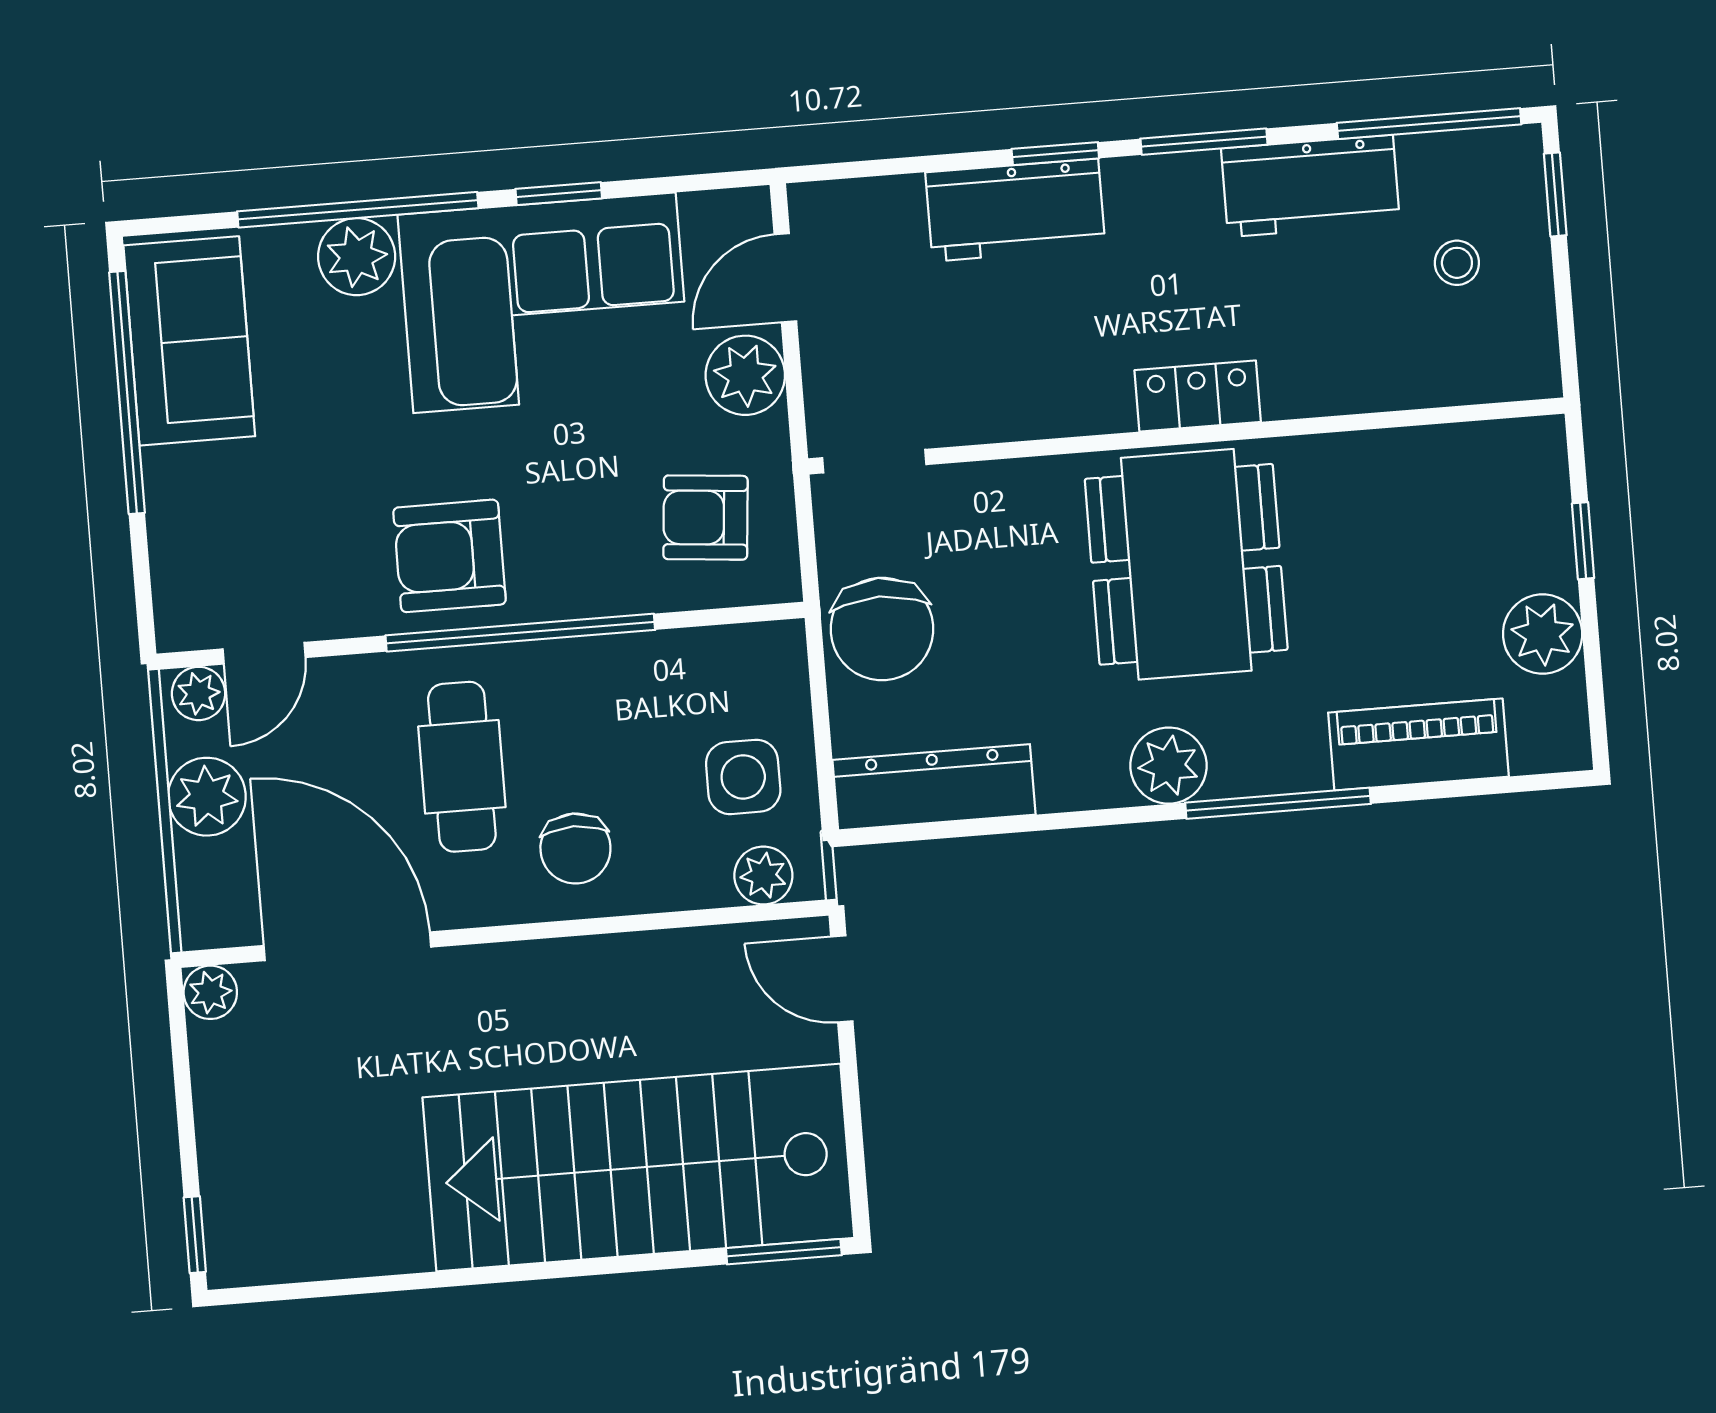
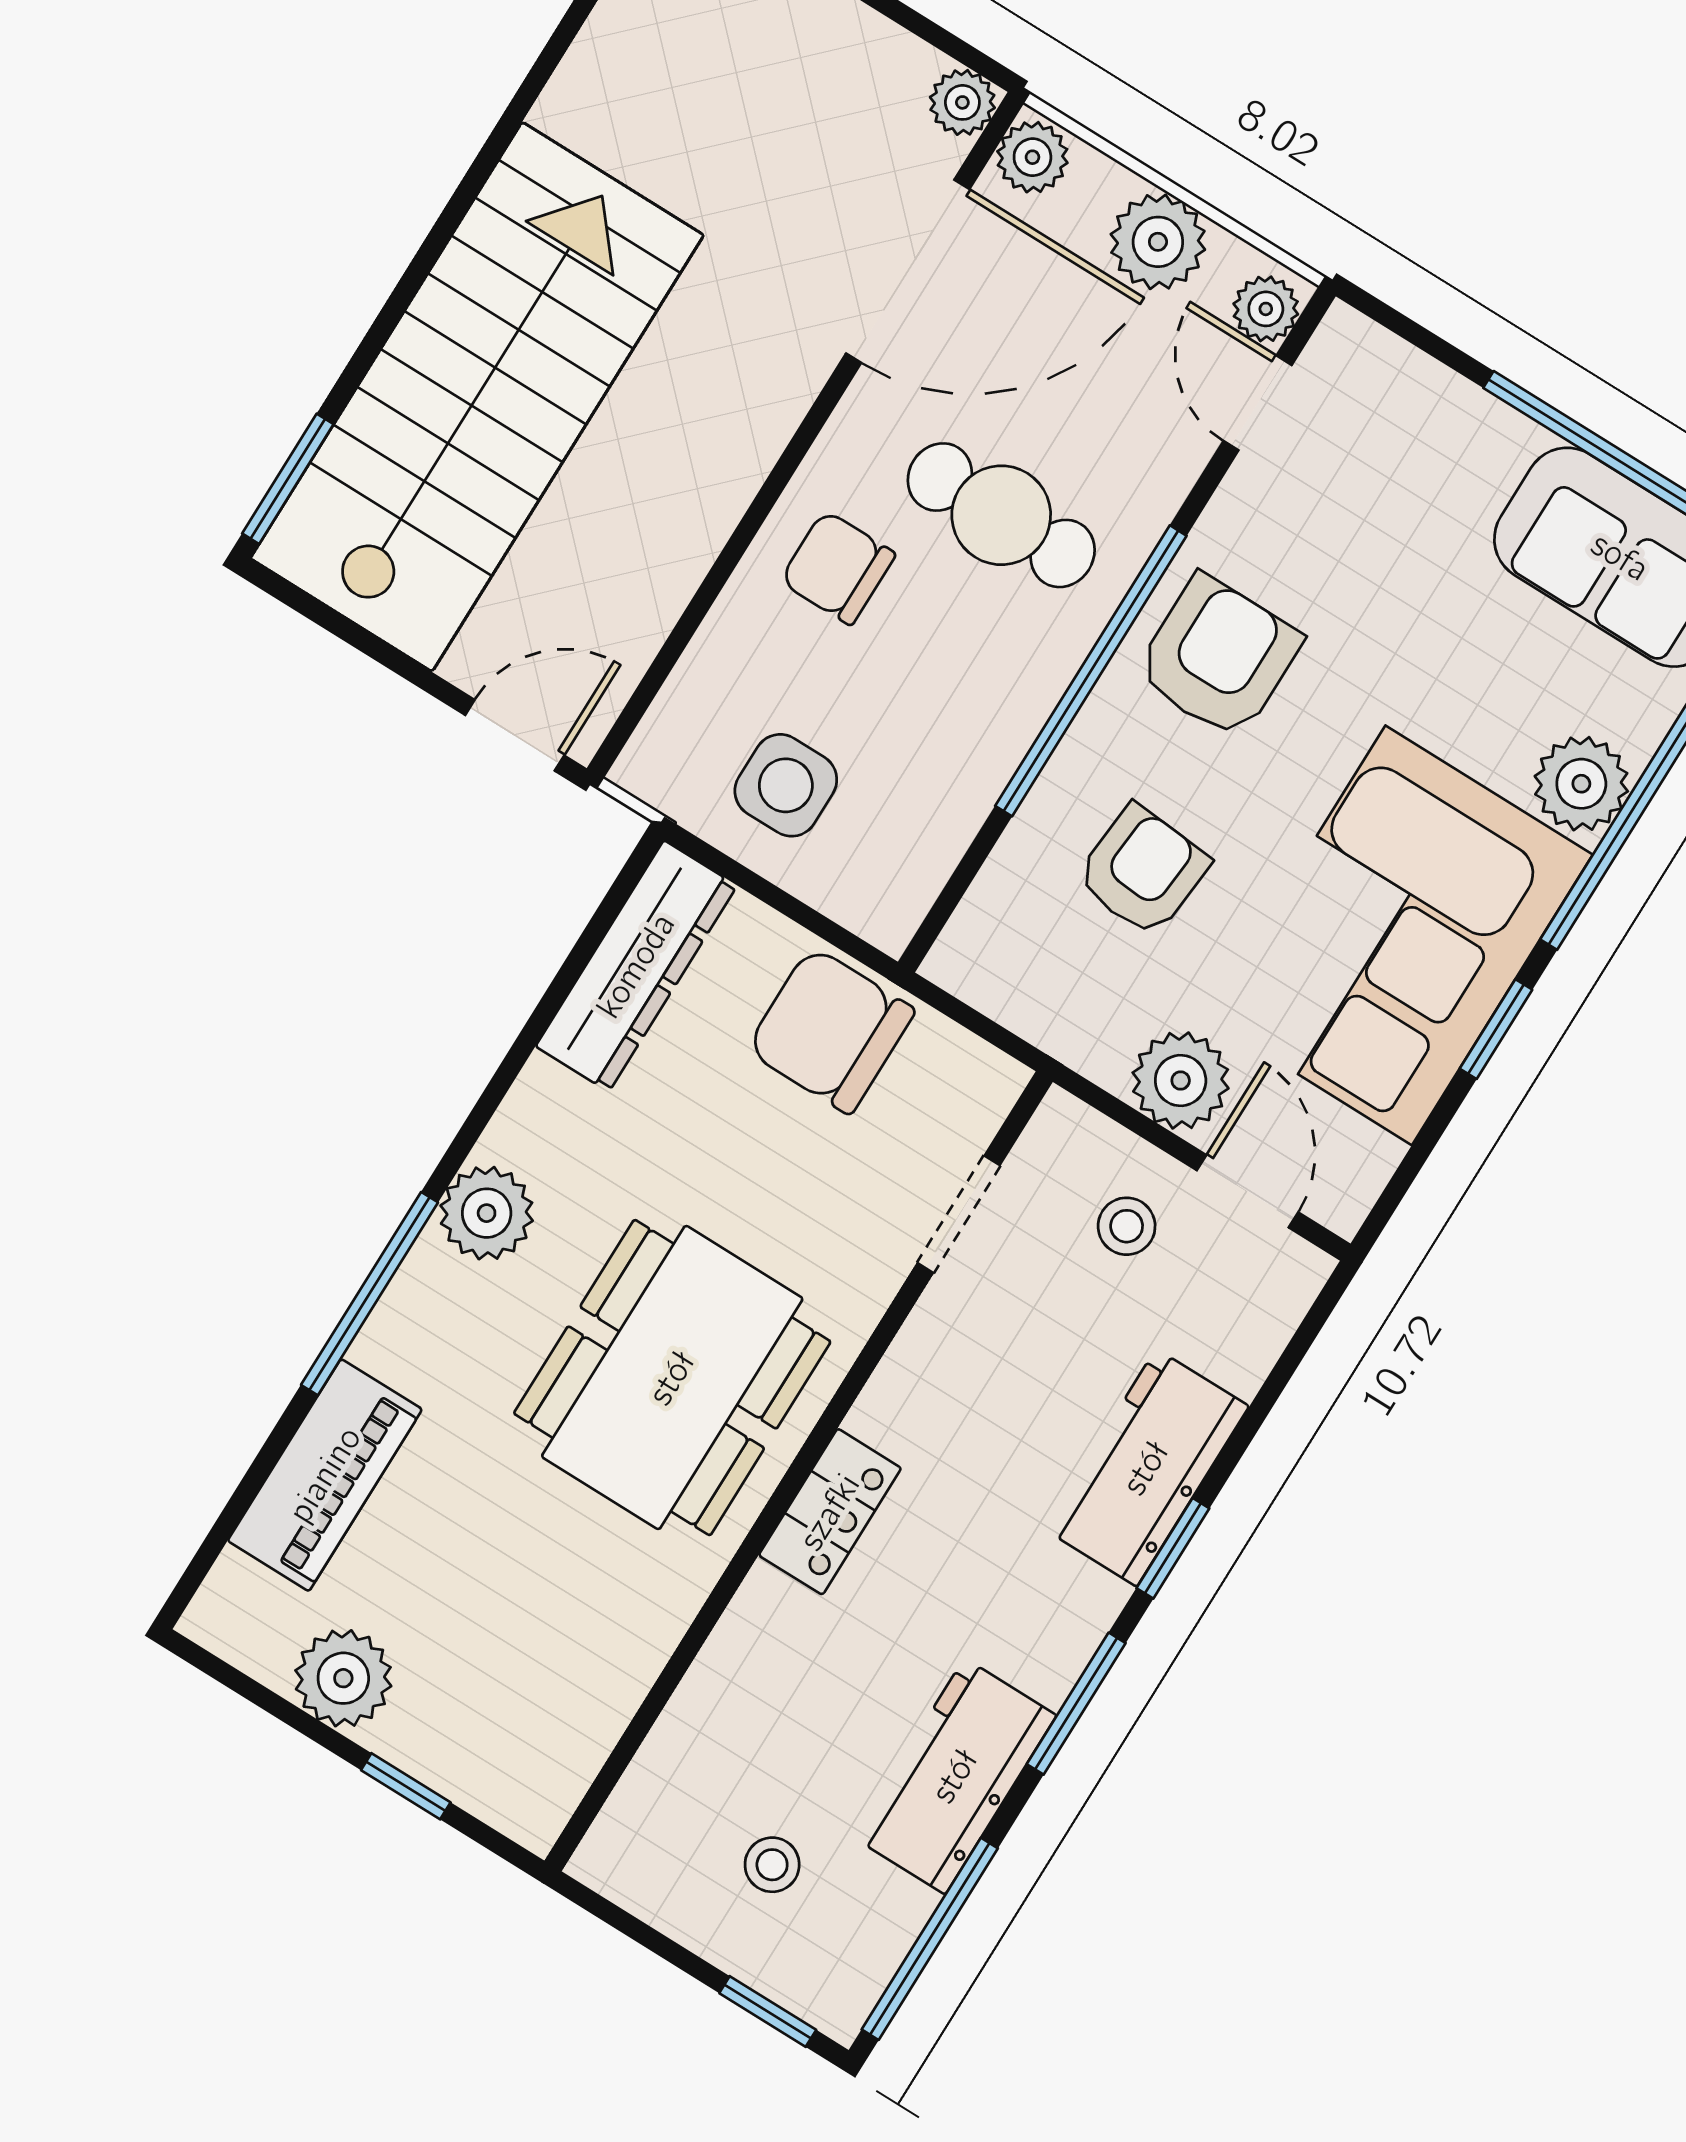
stool: (867, 340) -> (1127, 1226), added
doorway: (874, 461) -> (959, 1214), moved
armchair: (705, 518) -> (1142, 871), moved
dining table: (1186, 564) -> (672, 1378), turned 90
plant: (763, 876) -> (1032, 157), moved

